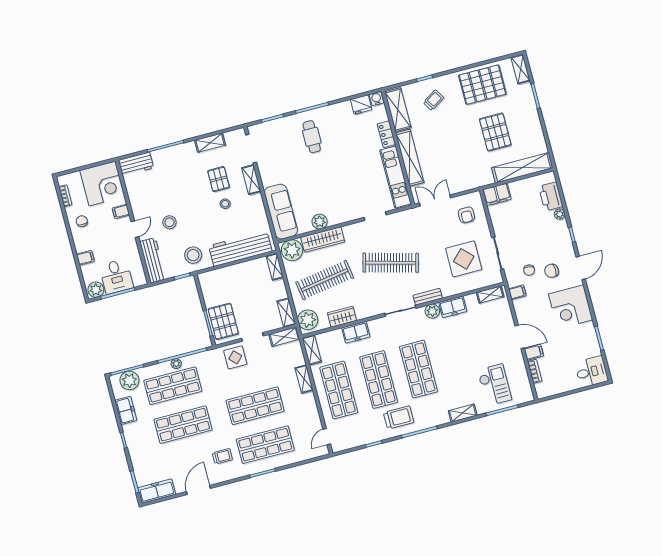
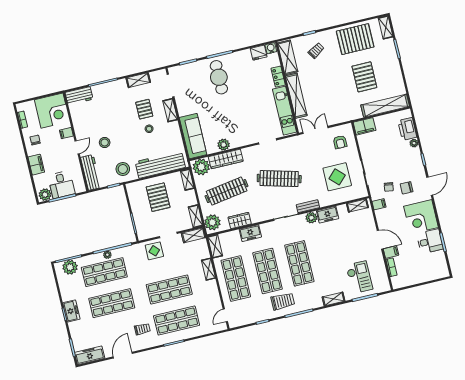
cafe table: (312, 137) -> (219, 77), width x1.37, depth x1.35
filing cabinet: (85, 258) -> (36, 165), width x2.00
pallet: (223, 321) -> (158, 197), moved
desk: (591, 372) -> (430, 241), moved
freezer: (126, 410) -> (71, 311), moved

